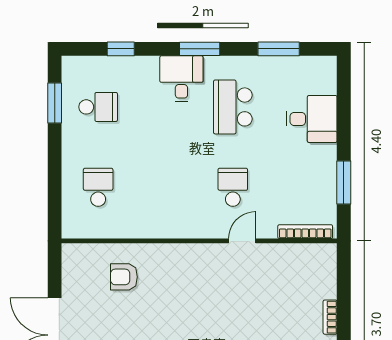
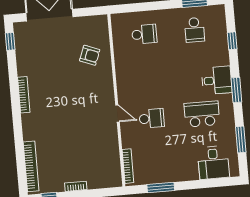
desk: (312, 119) -> (213, 163), moved
door: (242, 241) -> (117, 114), moved
armchair: (124, 277) -> (90, 55), turned 111

